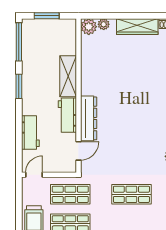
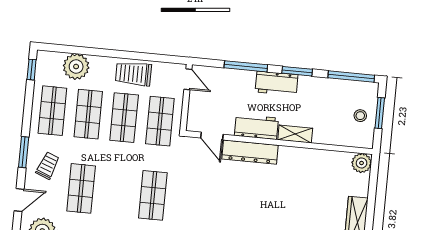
plant: (104, 24) -> (363, 181), removed
stool: (50, 31) -> (360, 116), added
shelving: (68, 76) -> (295, 134), width x0.67, depth x0.75
window: (19, 129) -> (246, 66), added
workbench: (30, 133) -> (277, 83), moved

